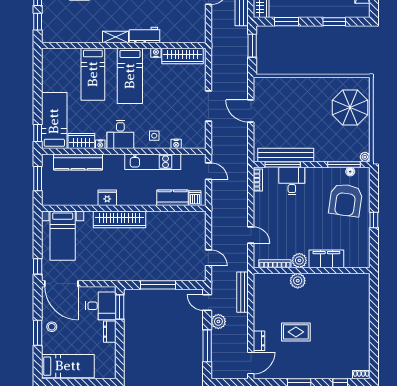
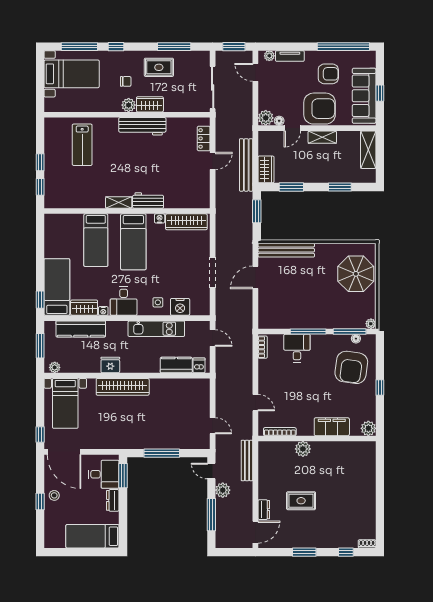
door: (251, 111) -> (255, 277), hinge flipped
nightstand: (176, 144) -> (180, 307), width x1.89, depth x1.79
bench: (286, 155) -> (286, 250), moved
window: (283, 165) -> (308, 331), moved
plant: (52, 200) -> (55, 367), added
plant: (299, 260) -> (368, 428), moved
window: (38, 333) -> (40, 501), width x0.67
bed: (68, 366) -> (92, 536), moved, turned 180

